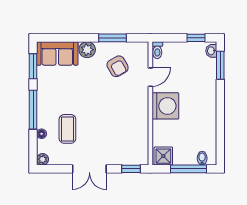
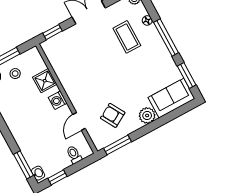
window: (112, 38) -> (117, 145), moved
toilet: (157, 50) -> (74, 155), moved
washing machine: (165, 106) -> (58, 100), width x0.53, depth x0.53
stool: (184, 150) -> (15, 74), added
shower: (163, 156) -> (45, 81), moved

